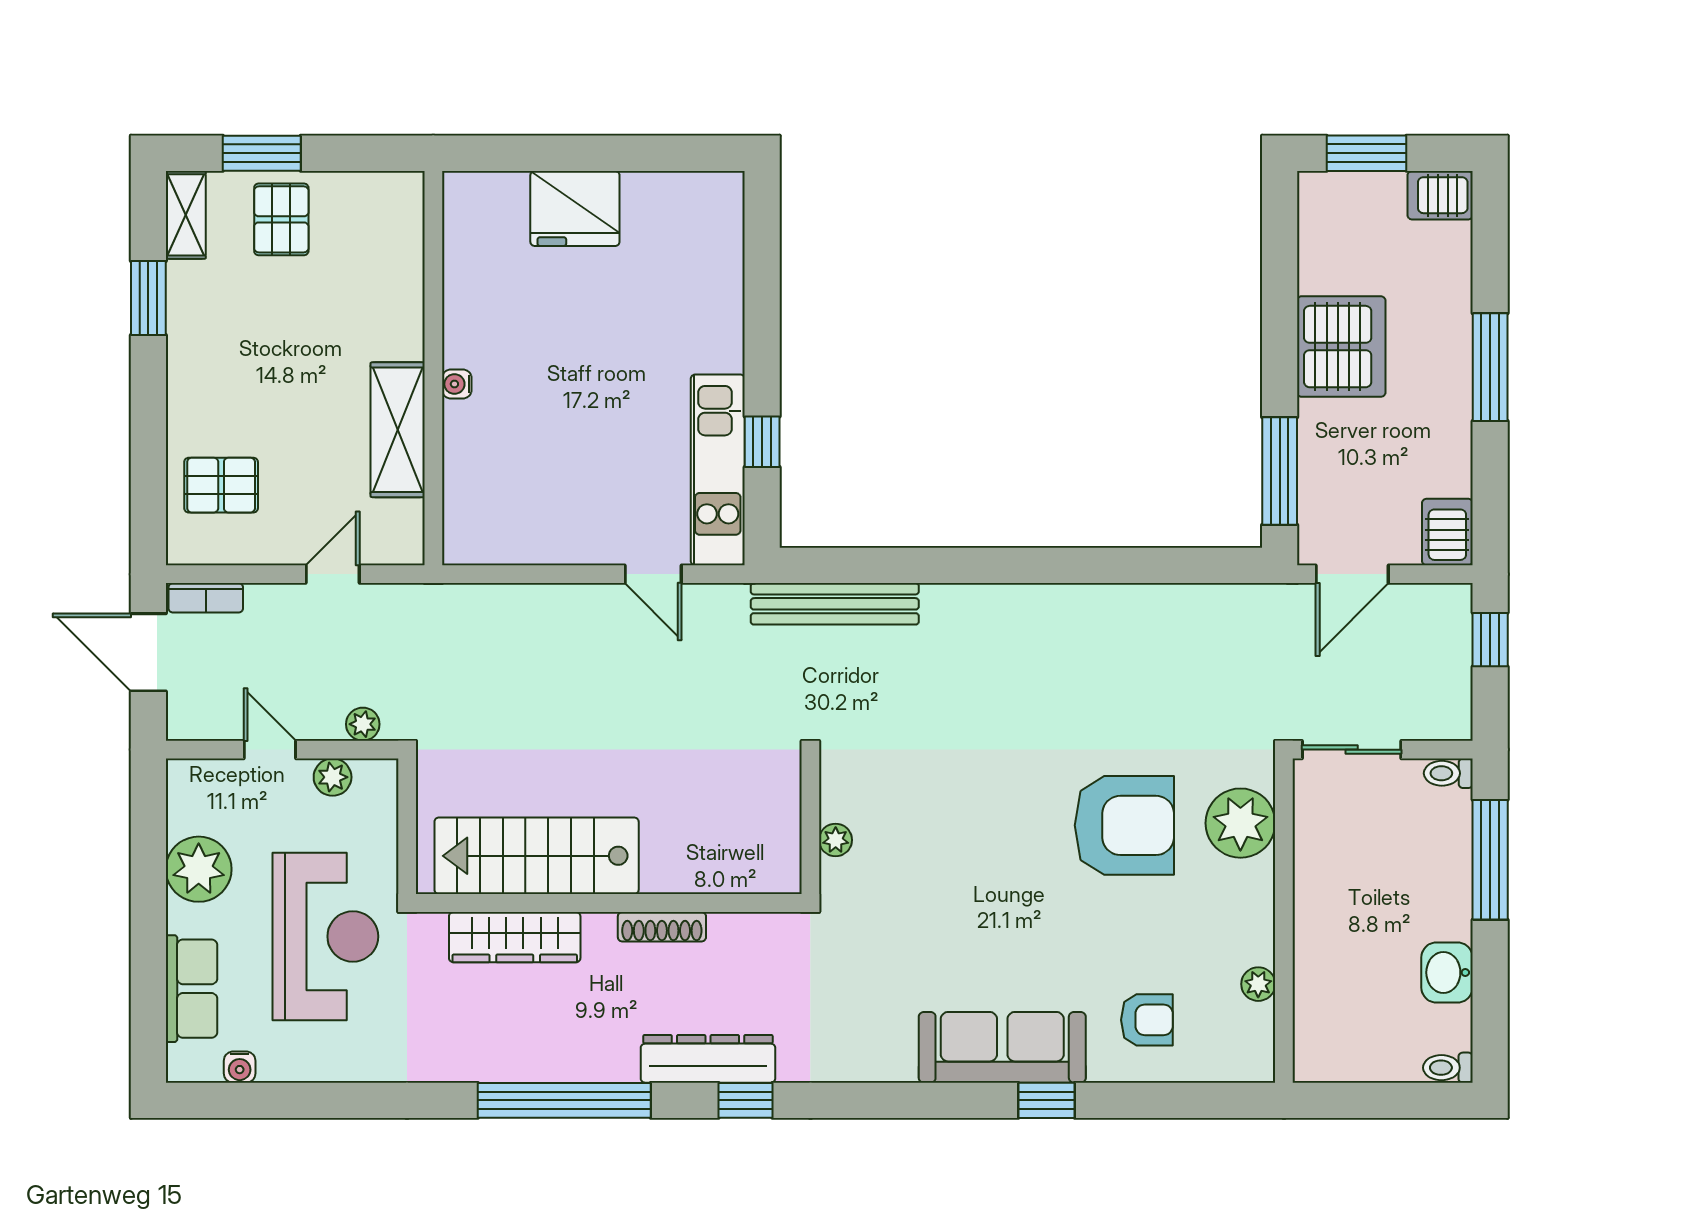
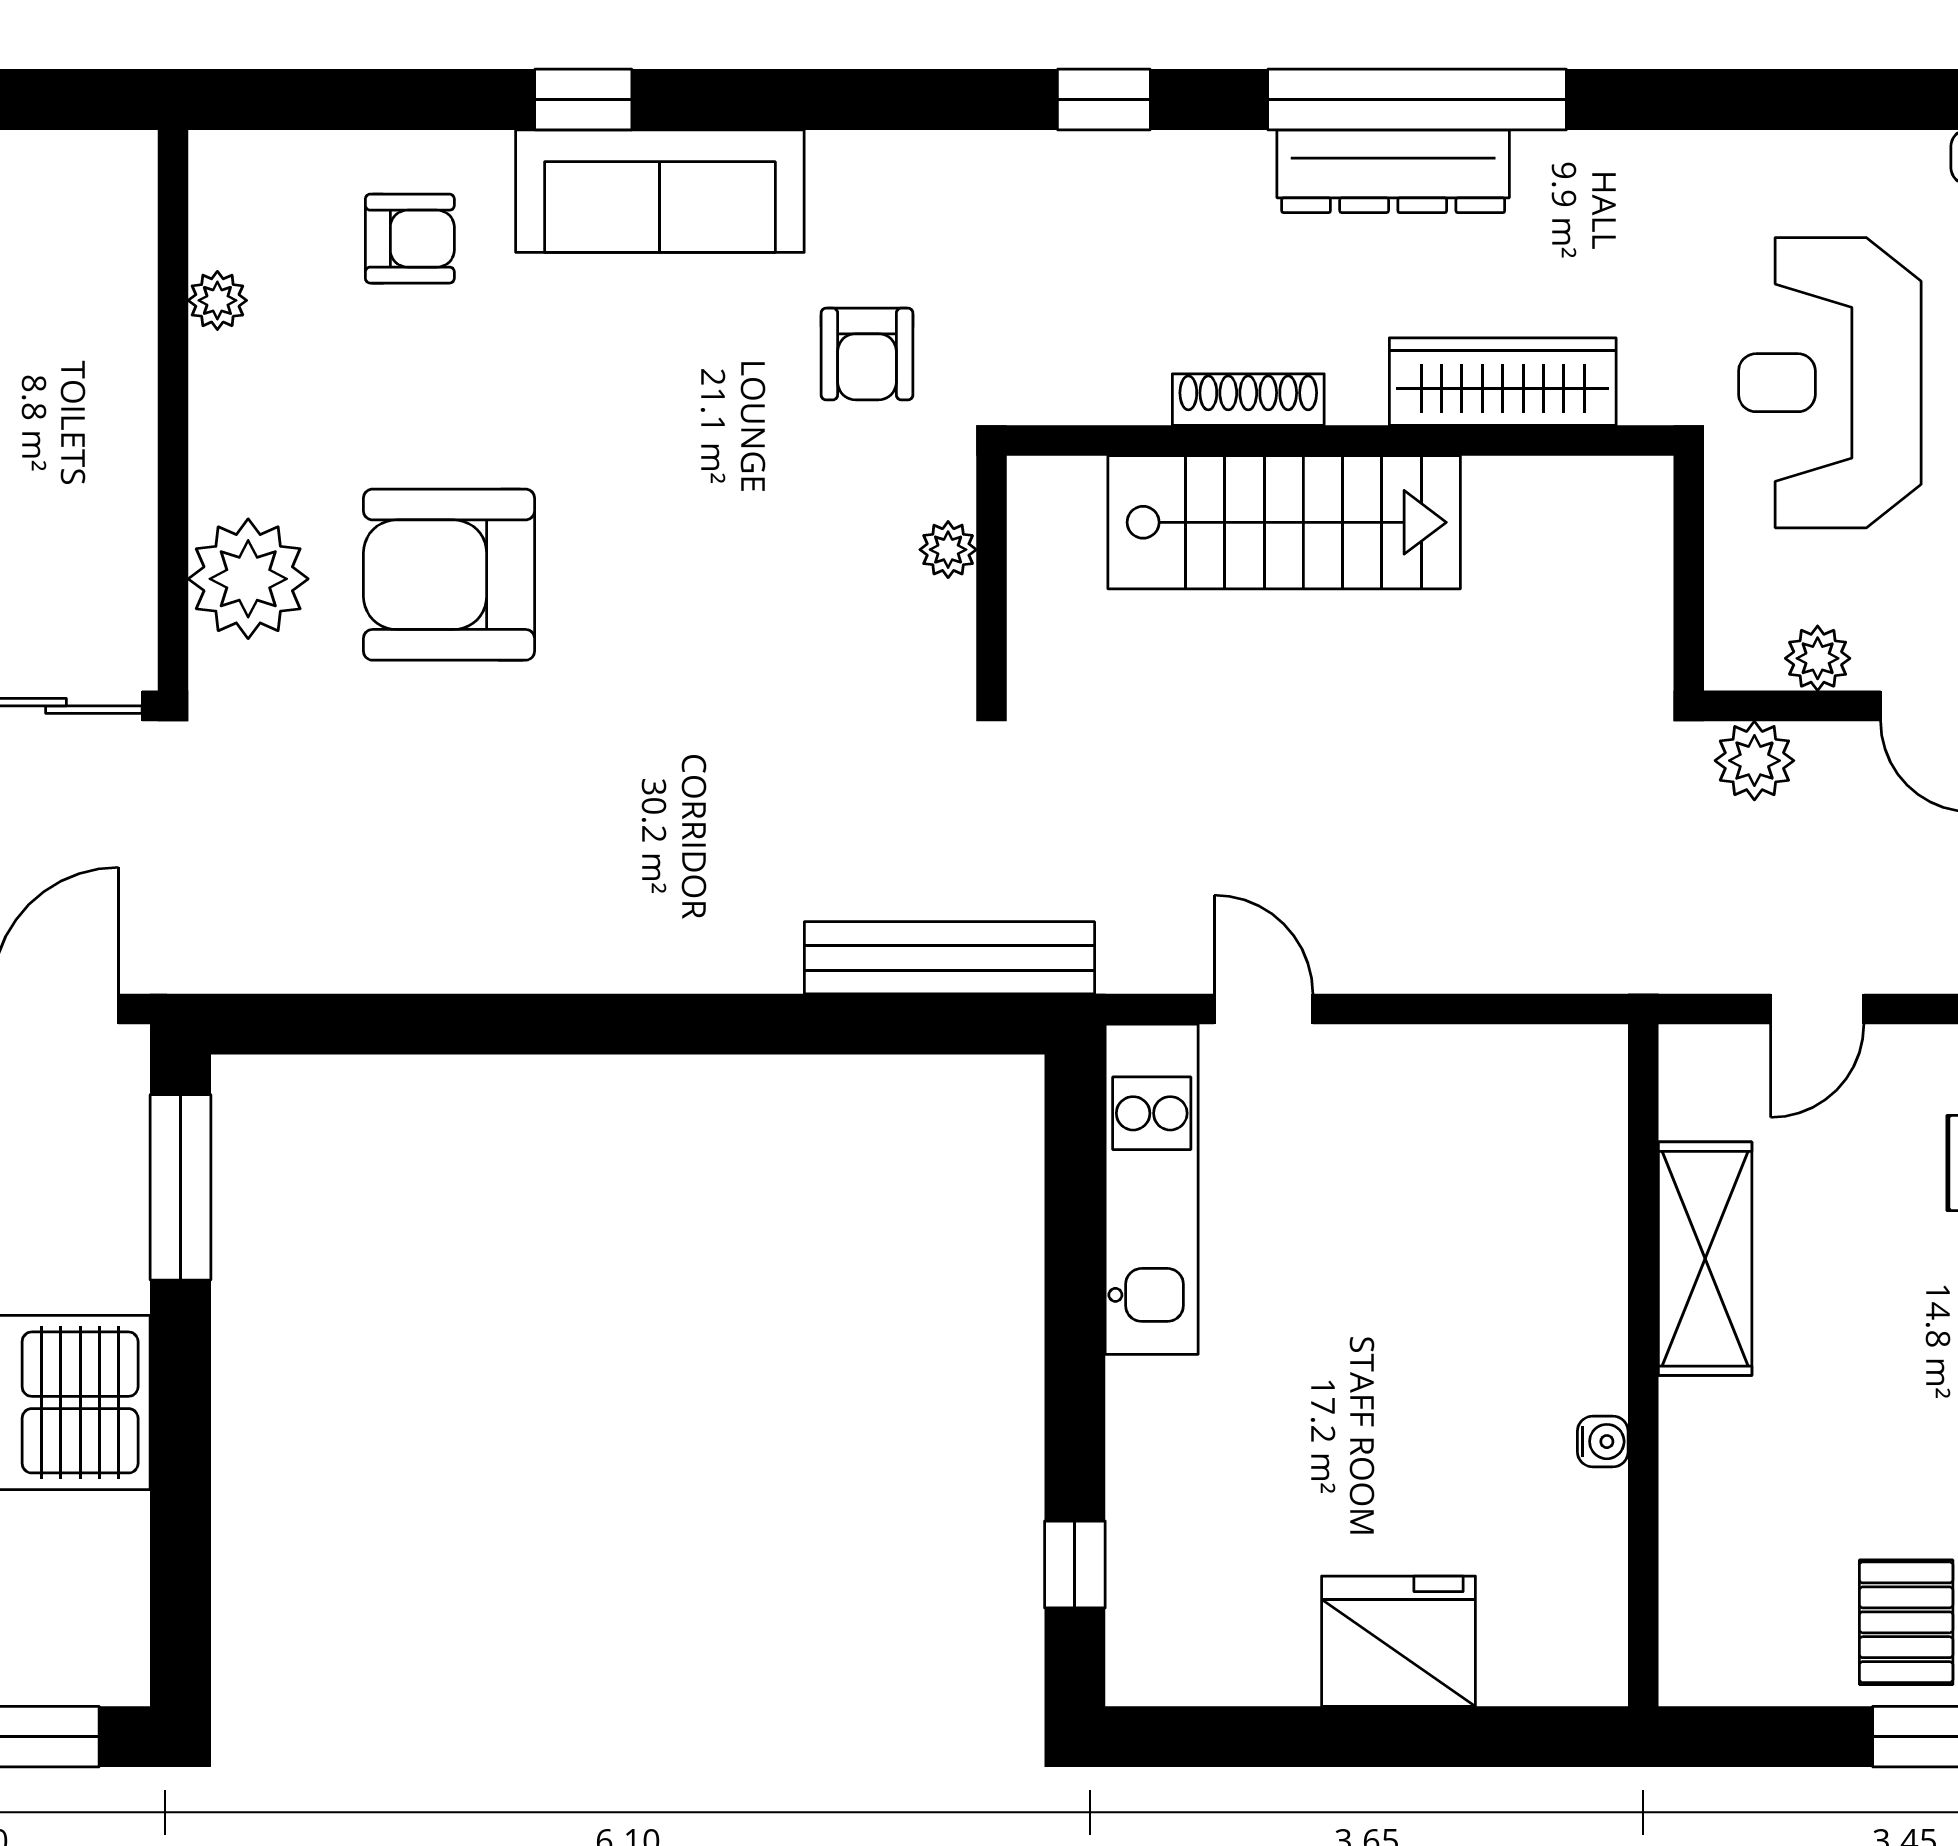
water cooler: (457, 384) -> (1603, 1442), moved
window: (762, 442) -> (1075, 1564), moved
plant: (363, 724) -> (1754, 761), width x1.38, depth x1.38
stairs: (537, 856) -> (1284, 522), moved
armchair: (882, 953) -> (867, 354), added
armchair: (1147, 1020) -> (410, 239), turned 180
dresser: (708, 1059) -> (1393, 171), moved

